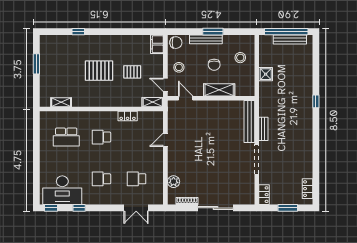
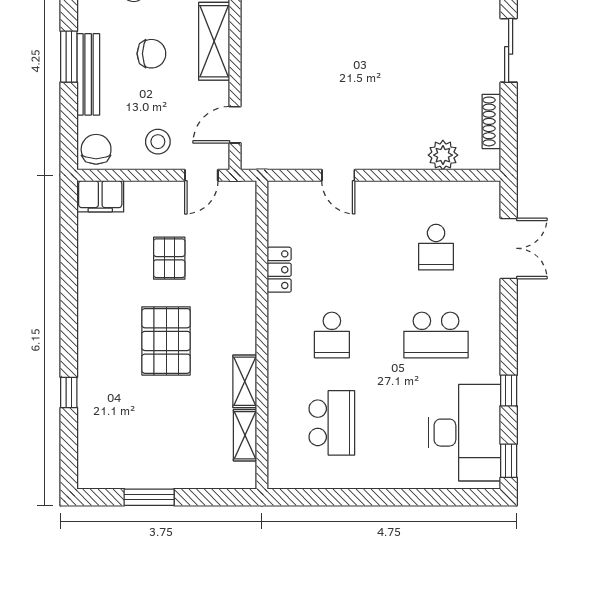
shelving: (153, 102) -> (245, 381), moved
school desk: (101, 179) -> (436, 335), width x1.85
sliding door: (215, 208) -> (509, 50), width x0.73

